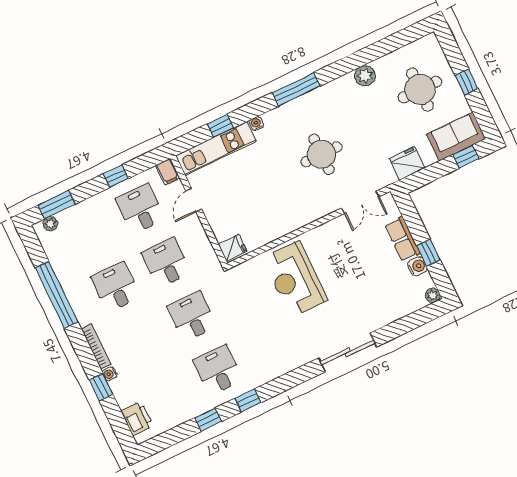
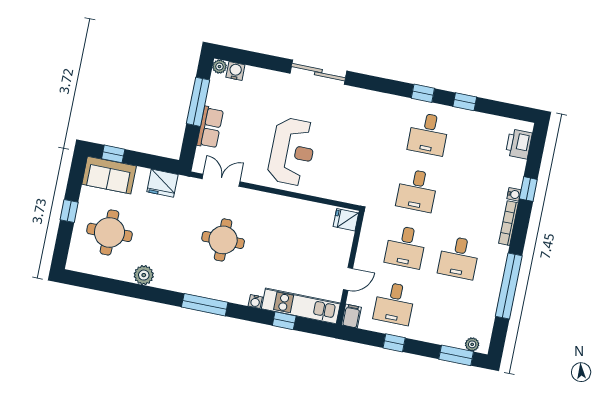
window: (428, 253) -> (198, 102), width x2.17
water cooler: (417, 266) -> (235, 71), moved, turned 90
reception desk: (295, 279) -> (292, 152), moved

